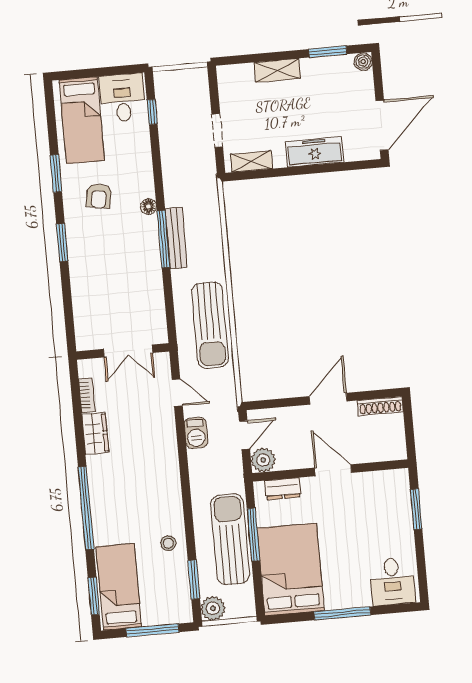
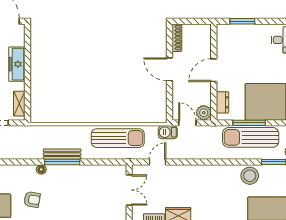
barbecue: (196, 433) -> (168, 132), moved, turned 180
stool: (168, 543) -> (250, 176), width x1.89, depth x1.89

